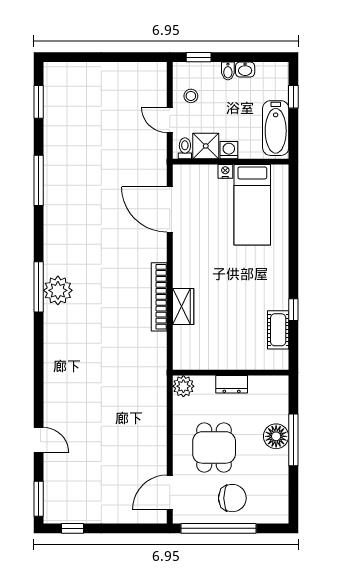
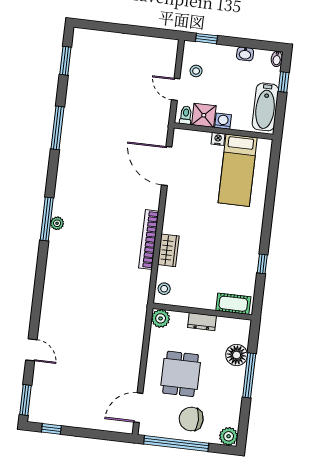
bidet: (228, 71) -> (277, 59), moved
plant: (58, 290) -> (57, 223), width x0.53, depth x0.53
cot: (278, 330) -> (233, 304), moved, turned 90
stool: (184, 351) -> (164, 289), added
floor lamp: (276, 436) -> (237, 355), moved
chair: (232, 498) -> (191, 419), turned 180
plant: (278, 513) -> (229, 436), added

